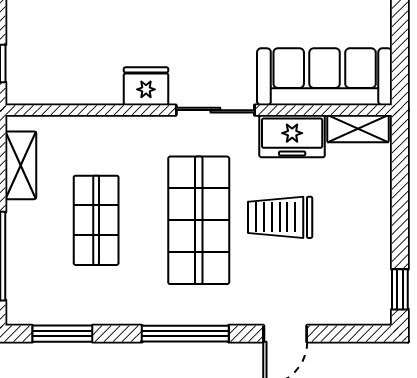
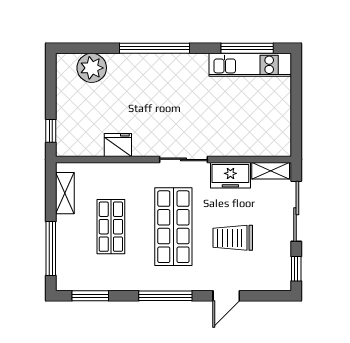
sofa: (325, 77) -> (250, 139), removed
fridge: (146, 86) -> (118, 145), moved
sliding door: (400, 195) -> (296, 211), added
trolley: (280, 217) -> (233, 238), moved

